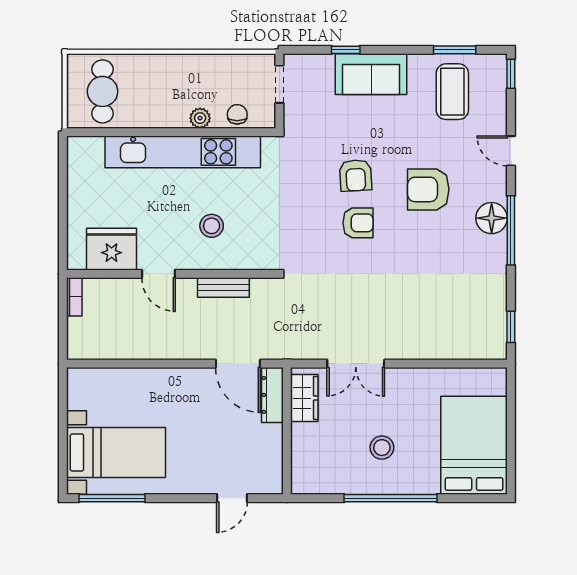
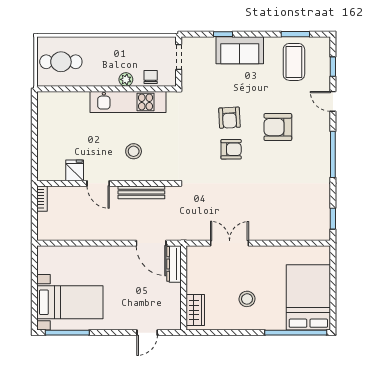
window: (511, 74) -> (333, 67), moved
cafe table: (103, 91) -> (61, 62), turned 90
kitchen unit: (183, 152) -> (128, 102), width x0.73
floor lamp: (492, 218) -> (320, 146), removed
fridge: (112, 249) -> (75, 170), width x0.53, depth x0.75
bench: (223, 288) -> (141, 192), width x1.36
double door: (356, 364) -> (230, 243), swing flipped
wardrobe: (304, 398) -> (195, 310), moved
window: (390, 498) -> (296, 333), moved

